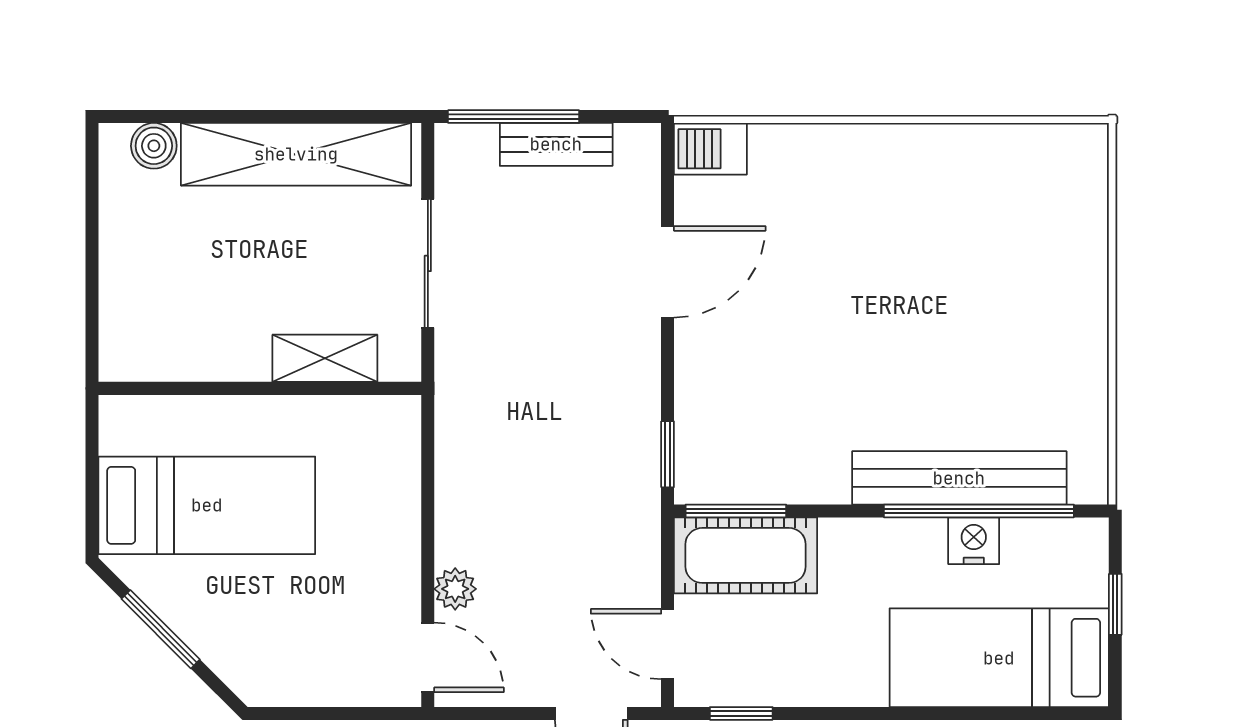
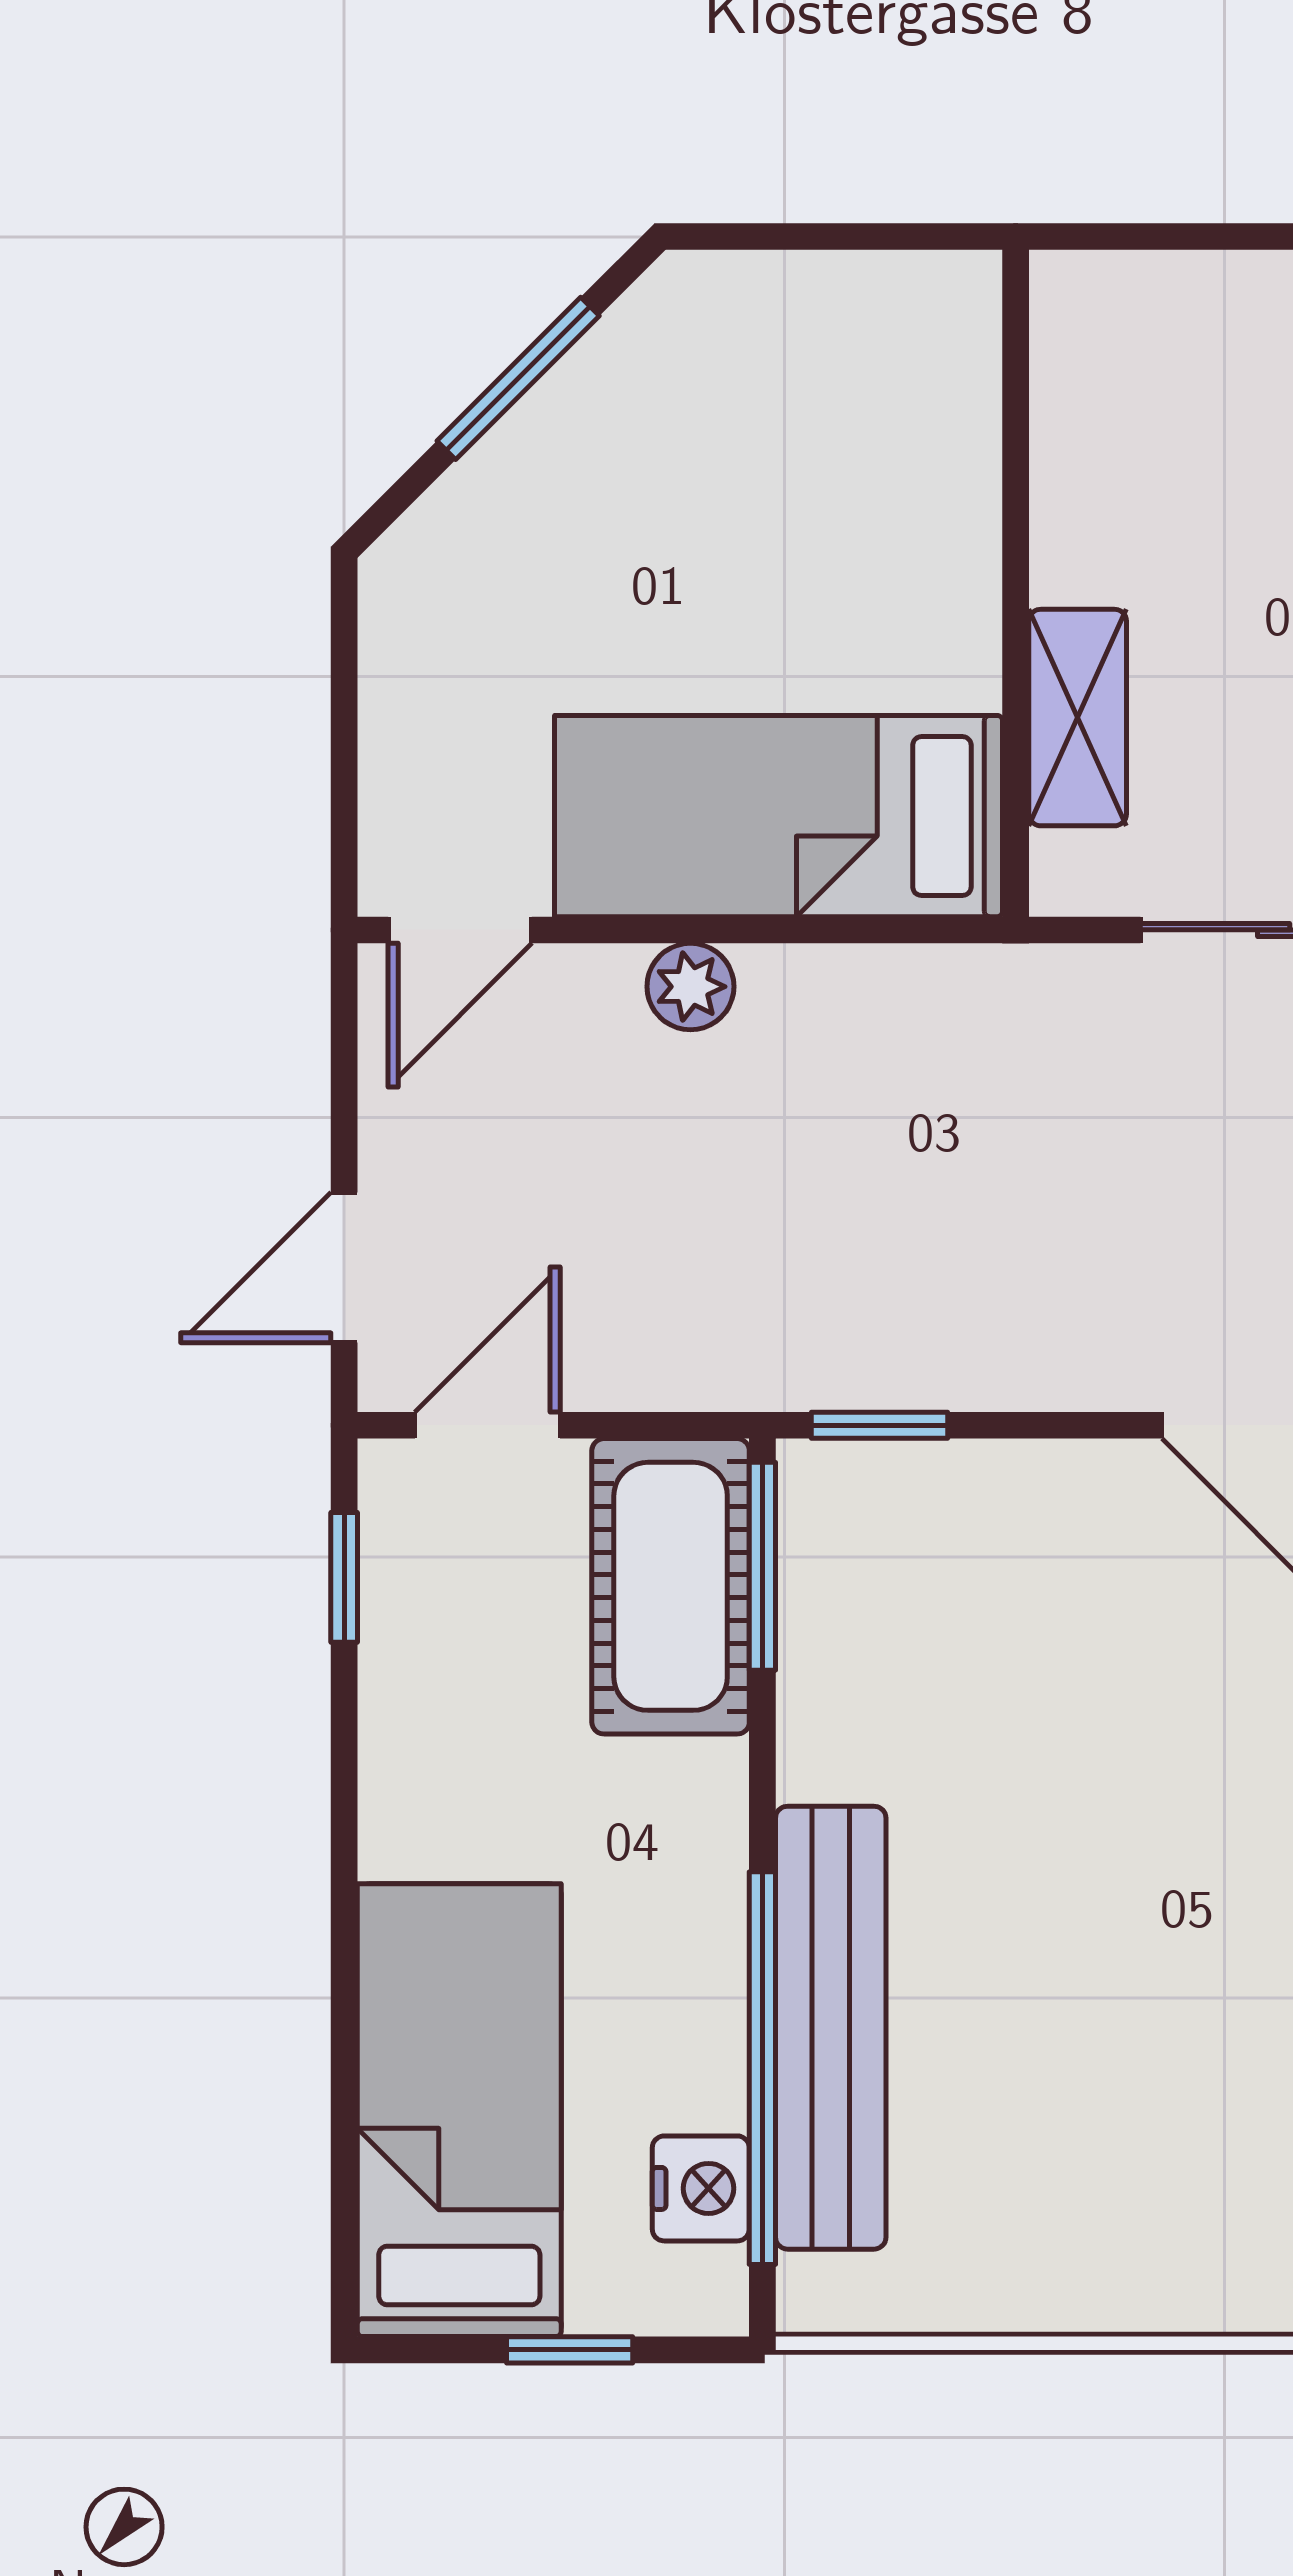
bed: (207, 505) -> (778, 816), moved, turned 90
nightstand: (974, 541) -> (701, 2188), moved
plant: (455, 589) -> (690, 987), moved

